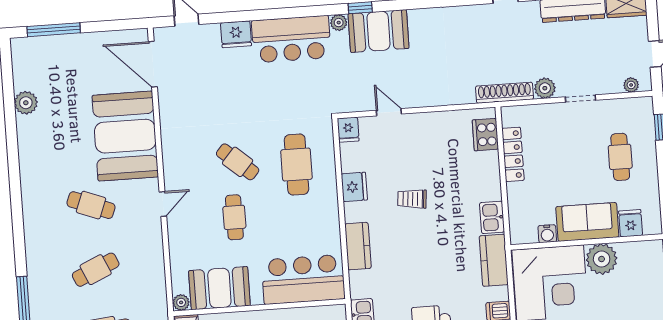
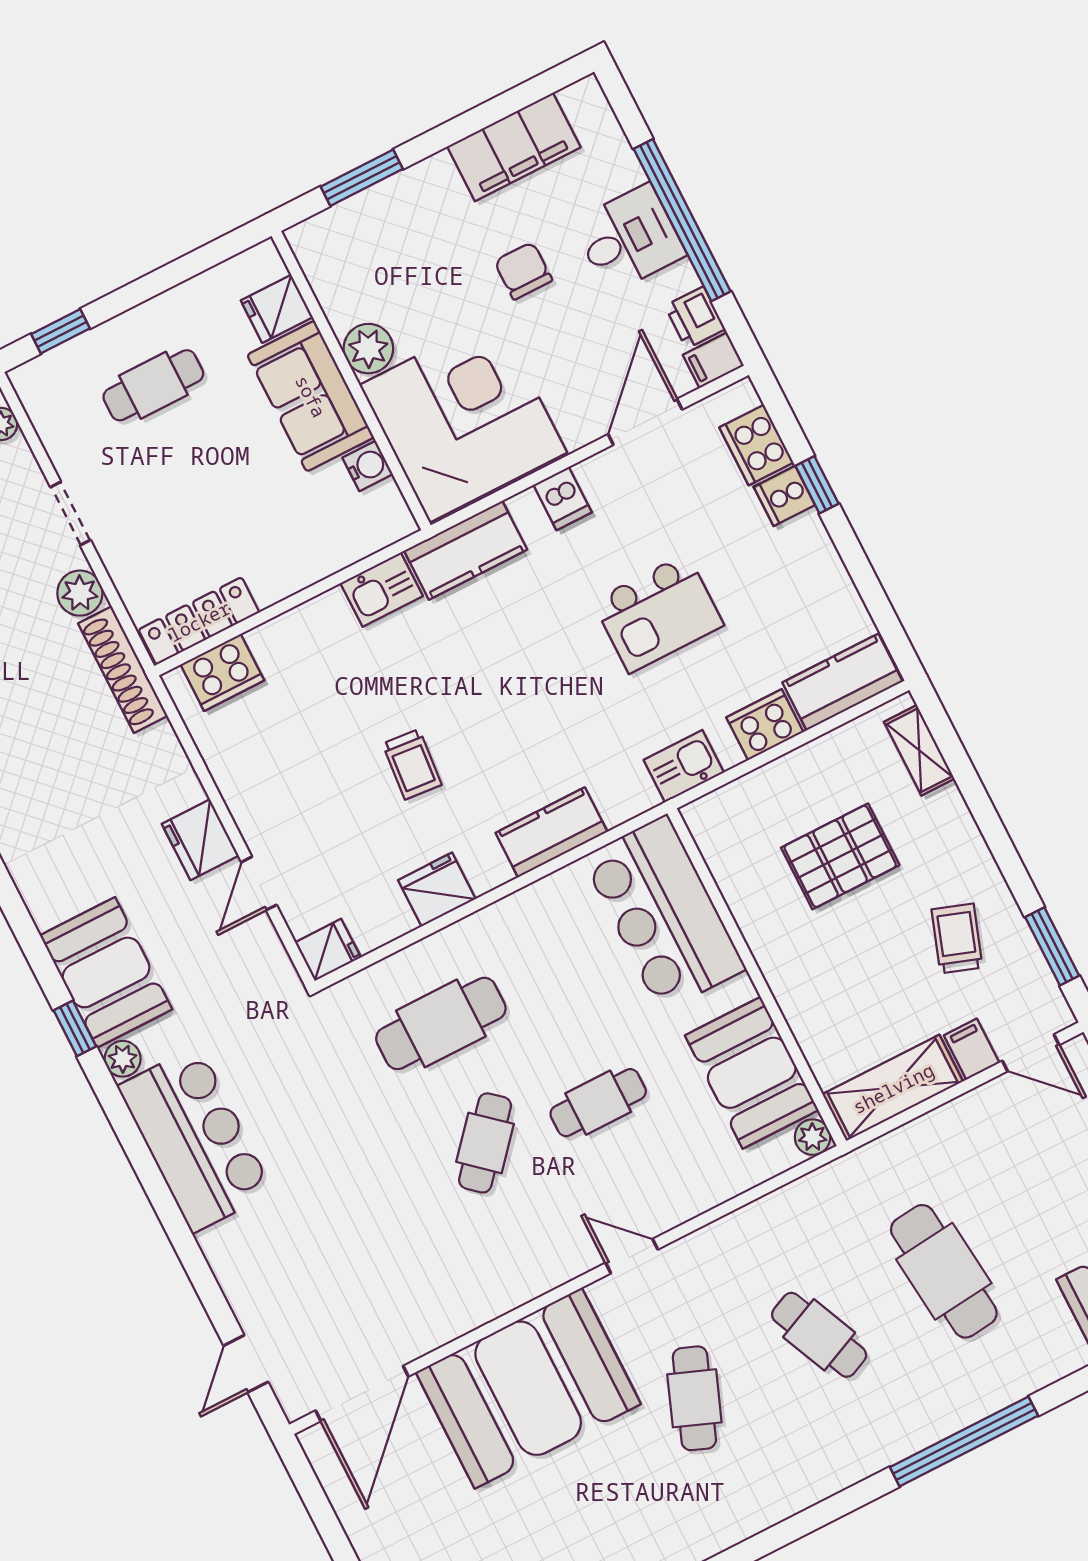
fridge: (236, 34) -> (200, 840), moved, turned 180
locker: (513, 154) -> (199, 621), moved
plant: (602, 259) -> (368, 349), width x0.73, depth x0.73

